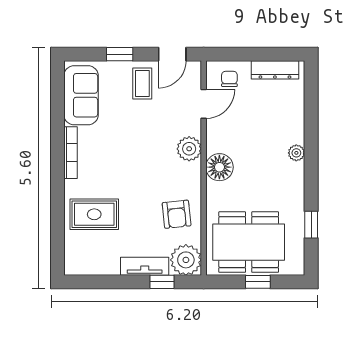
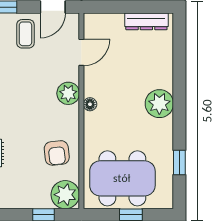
chair: (229, 79) -> (105, 30), removed
plant: (296, 153) -> (159, 104), width x1.88, depth x1.88
floor lamp: (219, 167) -> (90, 104), width x0.53, depth x0.53
tv unit: (145, 266) -> (28, 200), removed

